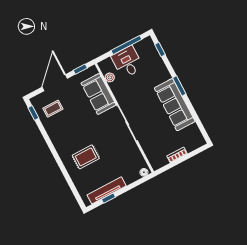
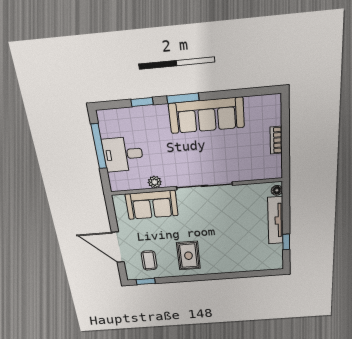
window: (160, 49) -> (142, 102), moved
window: (80, 69) -> (111, 214), removed
plant: (110, 77) -> (155, 182), moved
rug: (86, 157) -> (188, 256), moved
tv unit: (107, 190) -> (275, 221), moved

